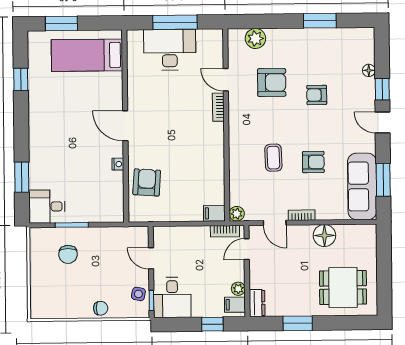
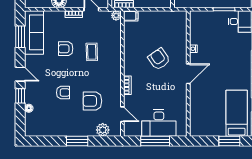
window: (320, 21) -> (77, 141), moved
bed: (87, 55) -> (237, 113), moved, turned -90
door: (226, 80) -> (122, 114), moved
door: (125, 126) -> (188, 74), hinge flipped
armchair: (147, 182) -> (159, 59), moved, turned 141

